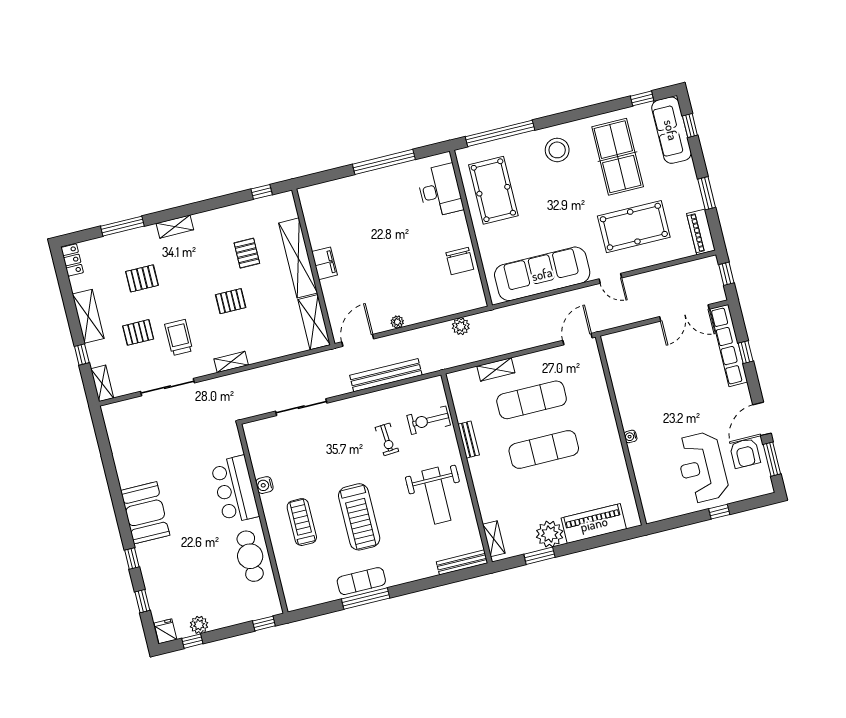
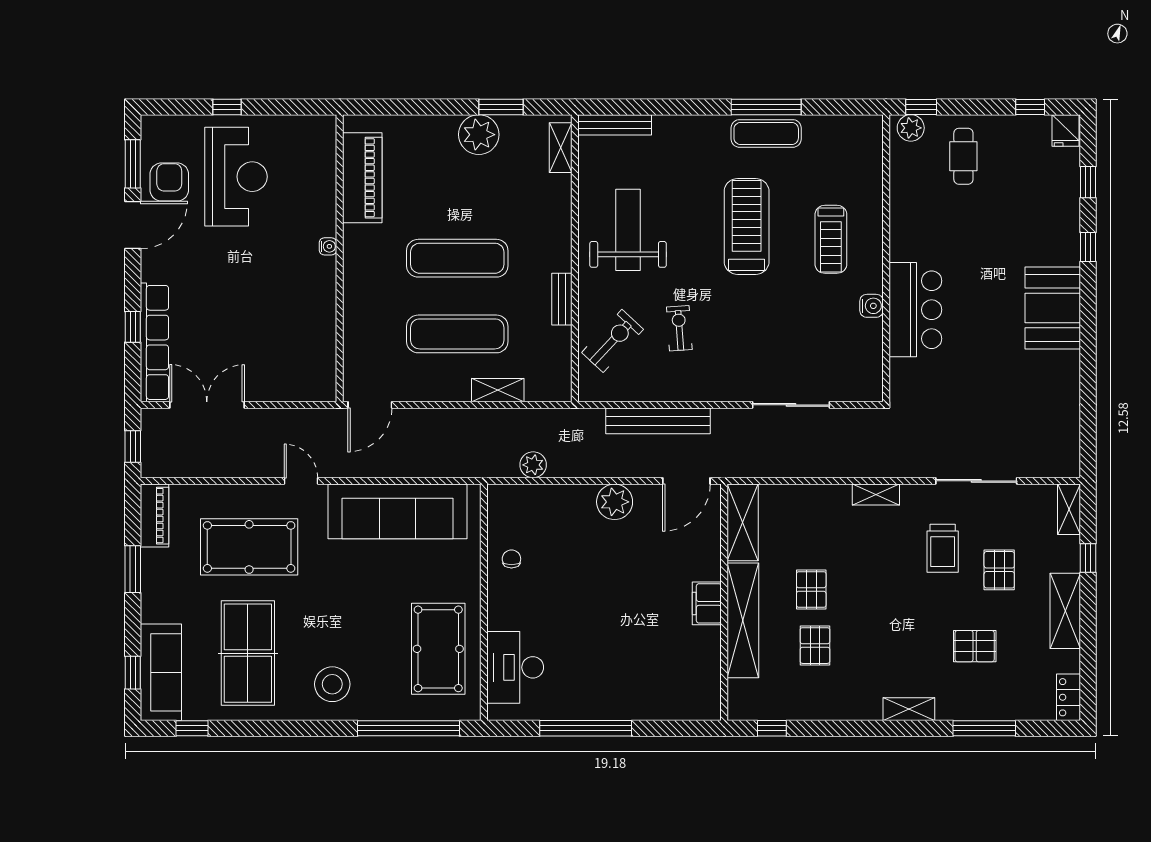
chair: (460, 261) -> (511, 559), width x0.54, depth x0.54
pallet: (231, 301) -> (811, 589), moved, turned 90
plant: (397, 322) -> (615, 502), width x1.87, depth x1.87
pallet: (138, 332) -> (999, 570), turned 90
exercise bike: (429, 420) -> (613, 341), turned -47
piano: (594, 524) -> (362, 178), moved, turned -90
cafe table: (250, 556) -> (963, 156), moved, width x0.73, depth x0.74
plant: (199, 625) -> (911, 128), moved

